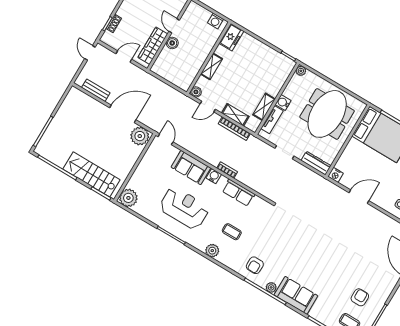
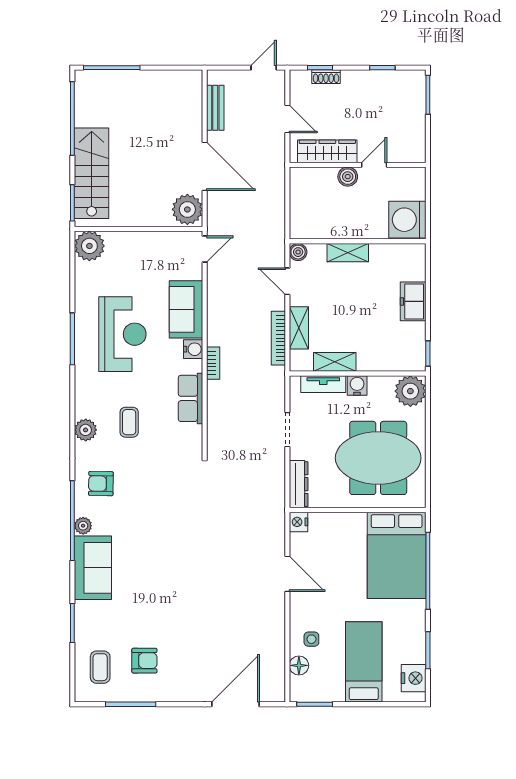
washing machine: (216, 21) -> (407, 220), width x1.89, depth x1.89
freezer: (231, 37) -> (413, 301), moved, turned 90
plant: (301, 71) -> (410, 391), width x1.87, depth x1.87
plant: (212, 251) -> (86, 430), moved

